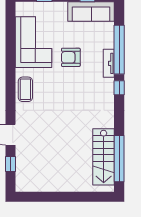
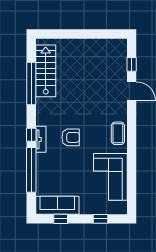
armchair: (71, 57) -> (71, 137), moved
tv unit: (109, 63) -> (41, 139), moved
window: (119, 159) -> (31, 83), moved

